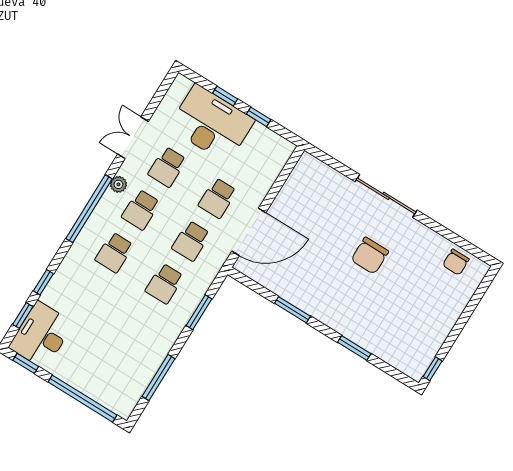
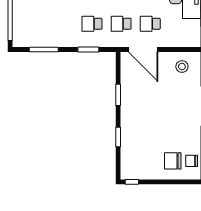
stool: (309, 191) -> (182, 67), added
chair: (370, 256) -> (173, 161), moved

